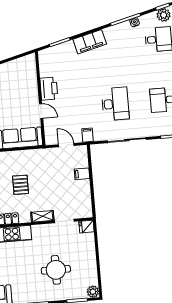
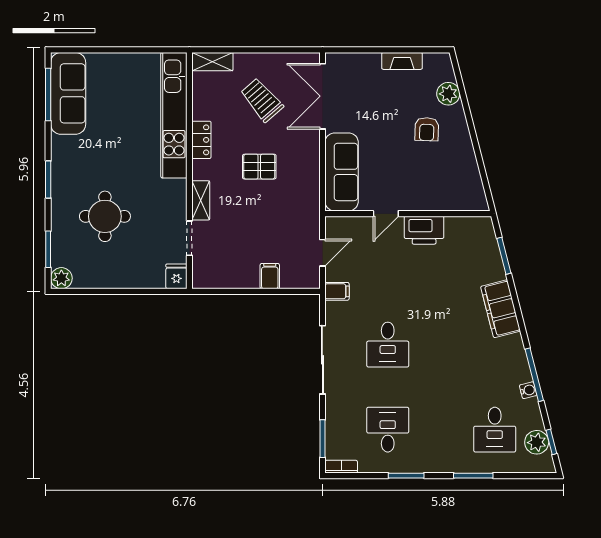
desk: (115, 104) -> (388, 345), width x0.73

